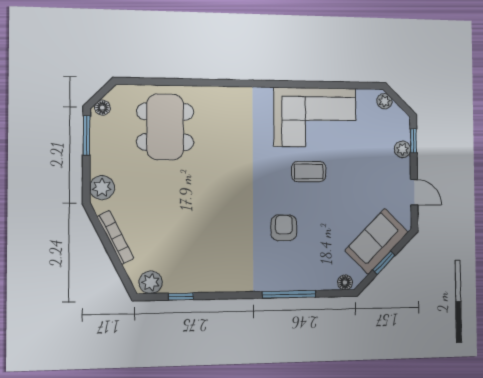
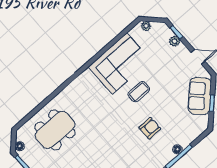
dining table: (165, 127) -> (55, 130), turned 90
armchair: (284, 228) -> (150, 128), turned 90
floor lamp: (345, 282) -> (177, 149), moved

